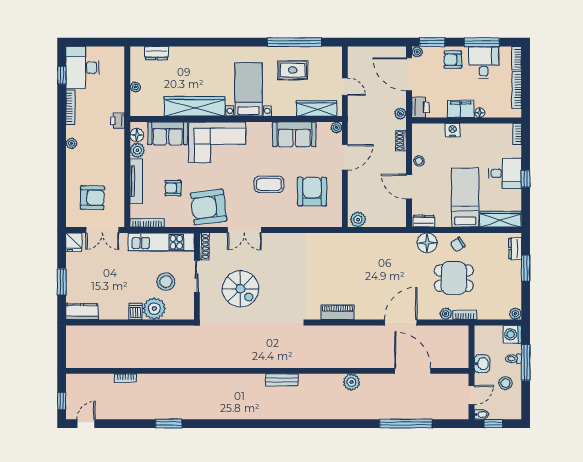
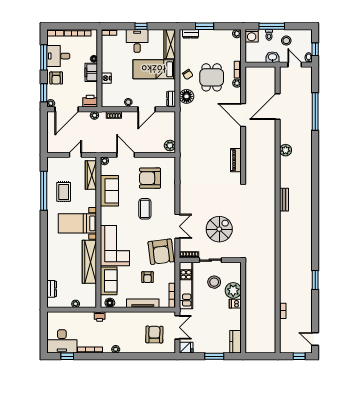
plant: (137, 150) -> (121, 302), removed

